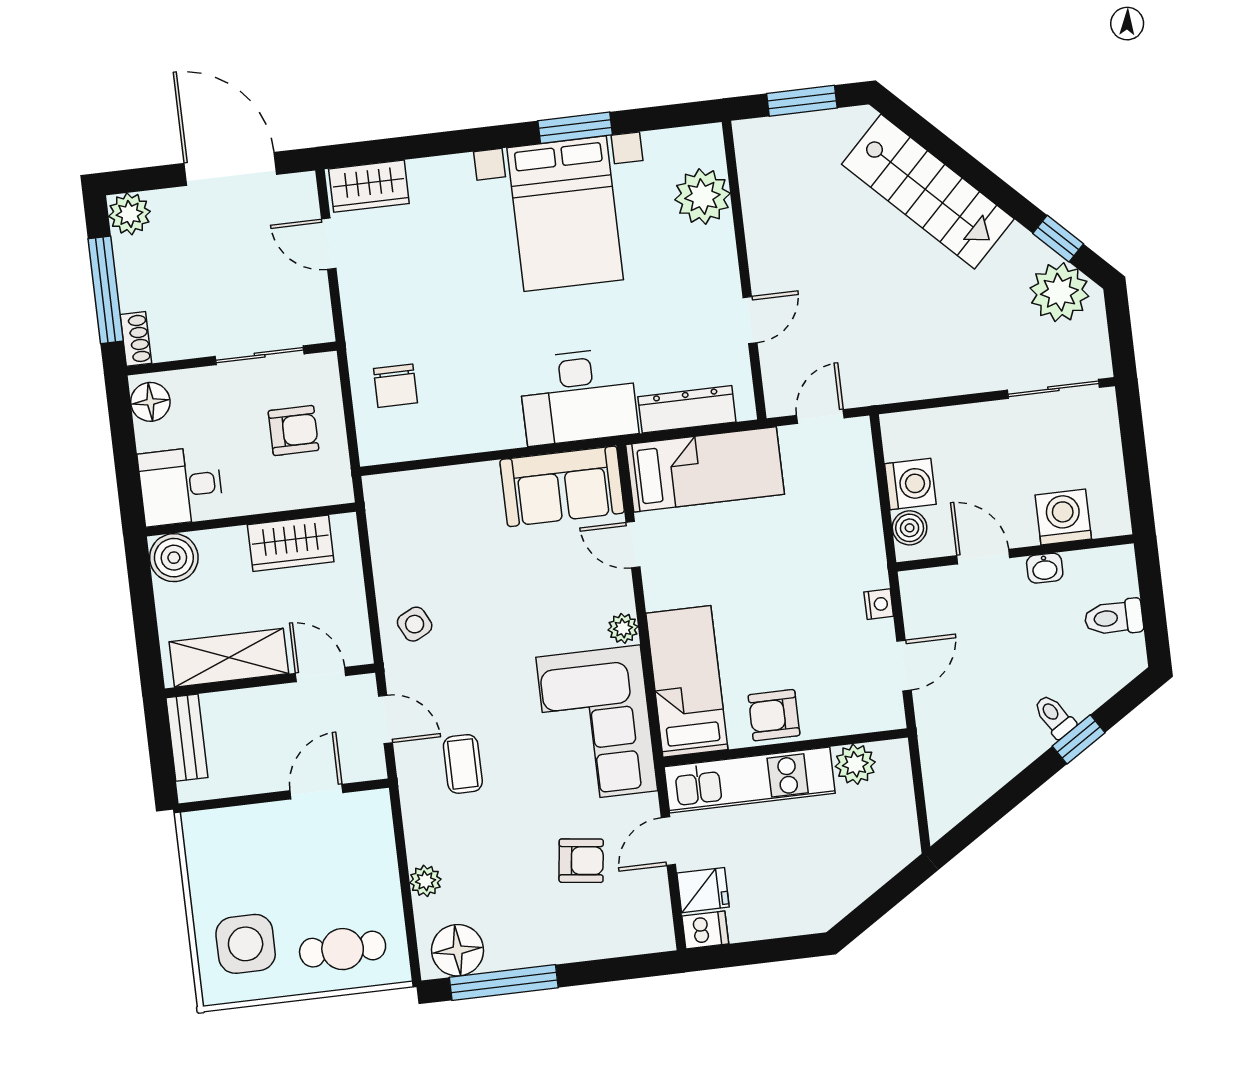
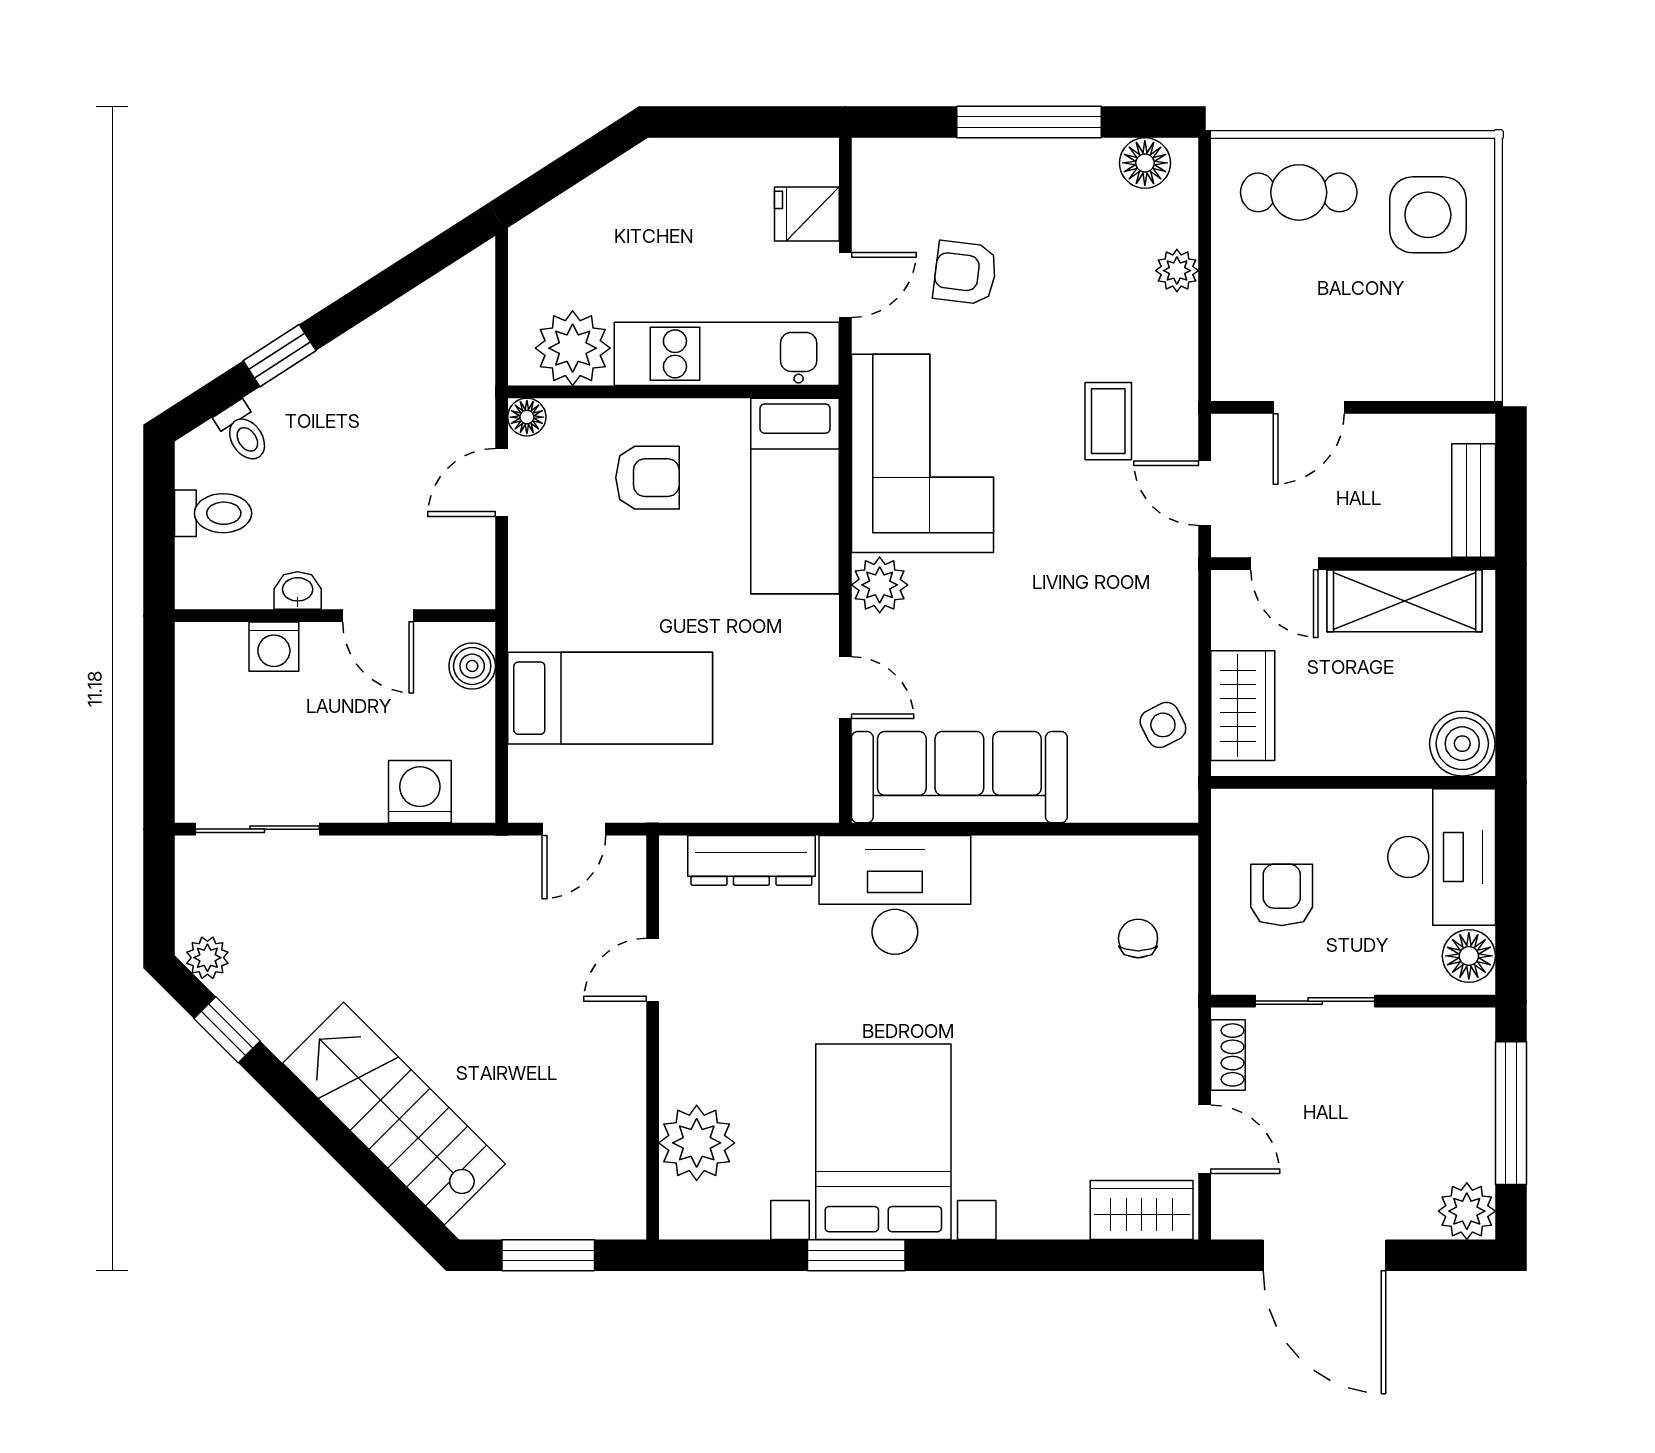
plant: (1059, 292) -> (207, 958), width x0.53, depth x0.53
shoe rack: (136, 339) -> (1228, 1055), moved, turned 180
chair: (395, 386) -> (1138, 938), width x0.73, depth x0.73
armchair: (293, 431) -> (1282, 895), turned 90
bed: (705, 469) -> (610, 698), moved, turned 180
washing machine: (910, 484) -> (420, 792), moved, turned 90
desk: (181, 486) -> (1442, 857), width x1.37
sofa: (562, 486) -> (959, 777), width x1.36
washing machine: (1063, 517) -> (274, 647), width x0.73, depth x0.73
wardrobe: (291, 543) -> (1243, 706), moved, turned 90
nightstand: (879, 604) -> (526, 569), removed
side table: (415, 624) -> (1163, 725), moved
plant: (623, 628) -> (880, 585), width x1.38, depth x1.38
armchair: (774, 715) -> (648, 478), moved
floor lamp: (891, 716) -> (527, 417), added
toilet: (1054, 716) -> (243, 433), moved
plant: (855, 764) -> (573, 348), width x1.36, depth x1.36
dishwasher: (705, 930) -> (810, 160), removed
floor lamp: (458, 950) -> (1145, 163), width x0.73, depth x0.73
window: (504, 982) -> (1029, 122), moved

